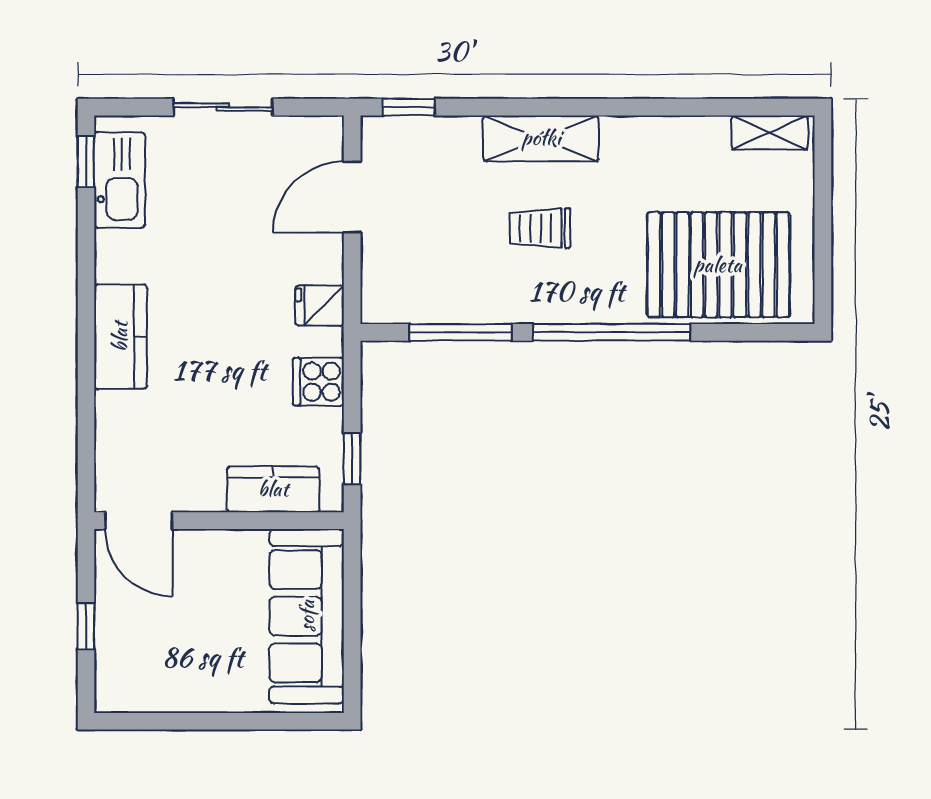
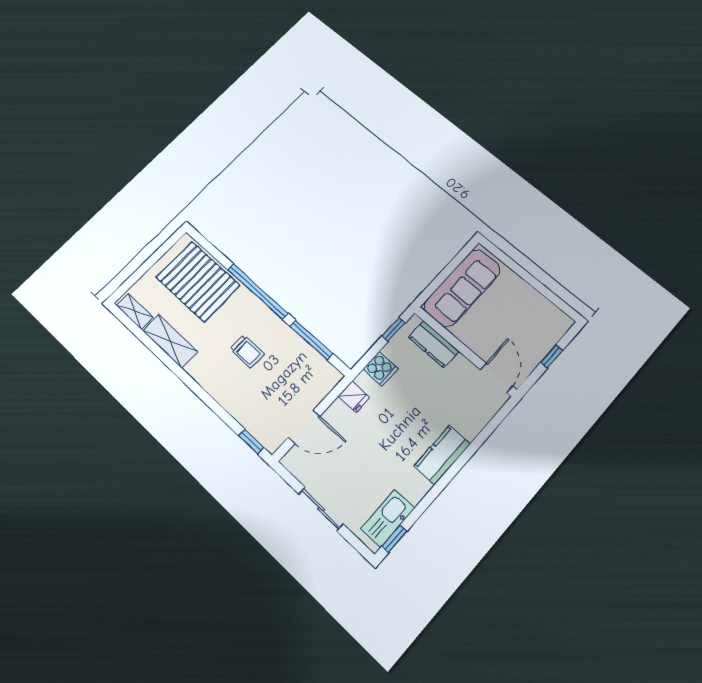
shelving: (541, 138) -> (170, 341), moved

